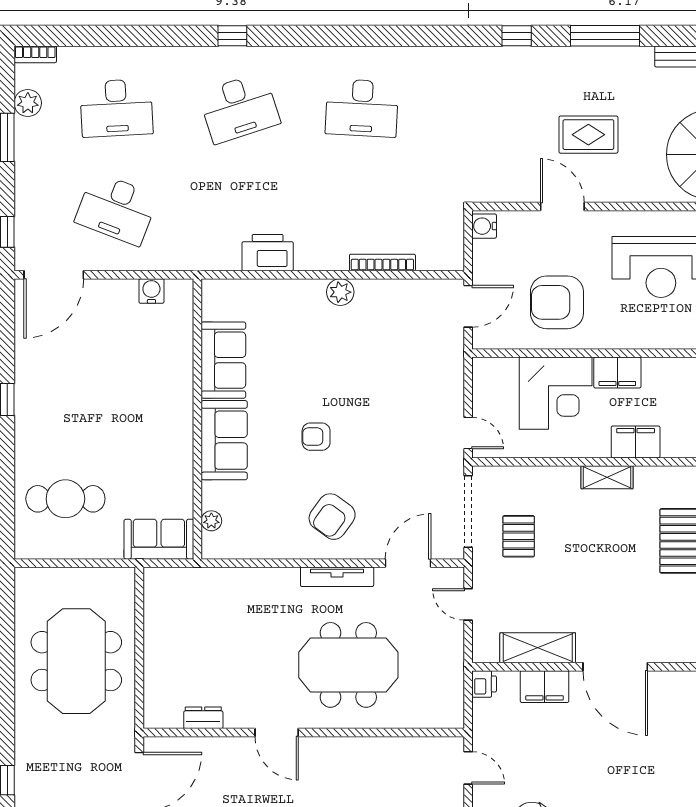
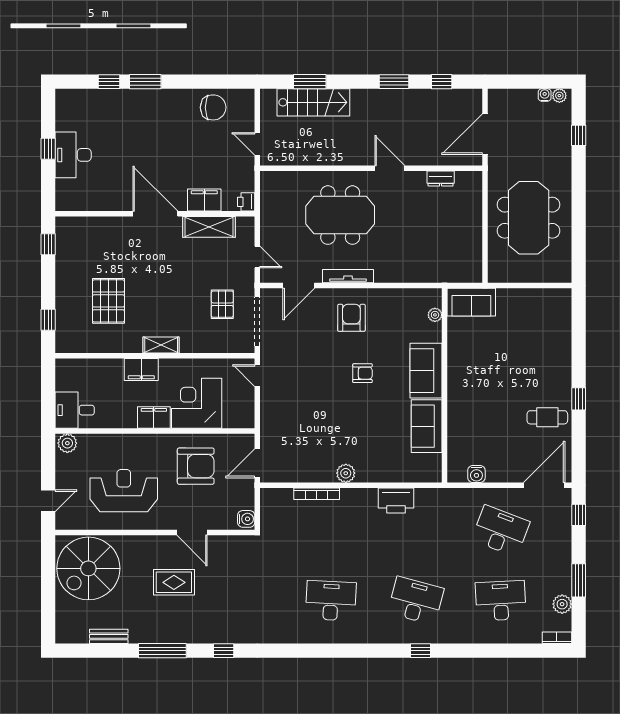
desk: (239, 108) -> (416, 601), turned 33
cafe table: (65, 499) -> (547, 417), moved, width x0.73, depth x0.74
armchair: (332, 517) -> (351, 318), turned -36

